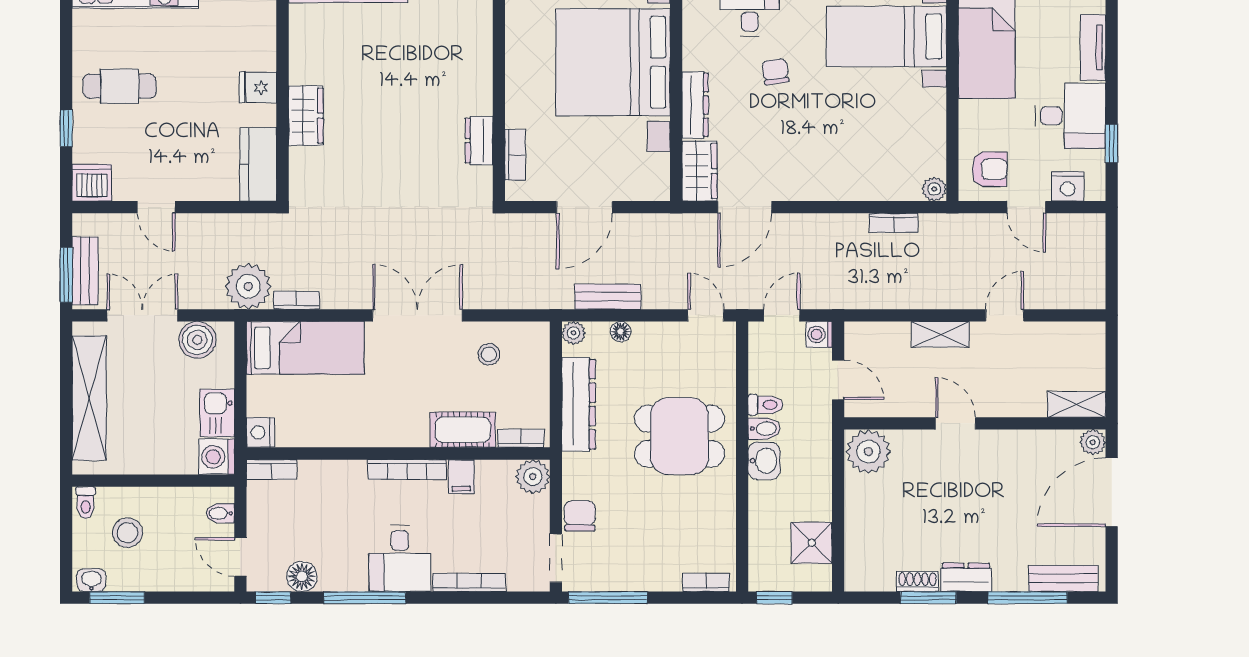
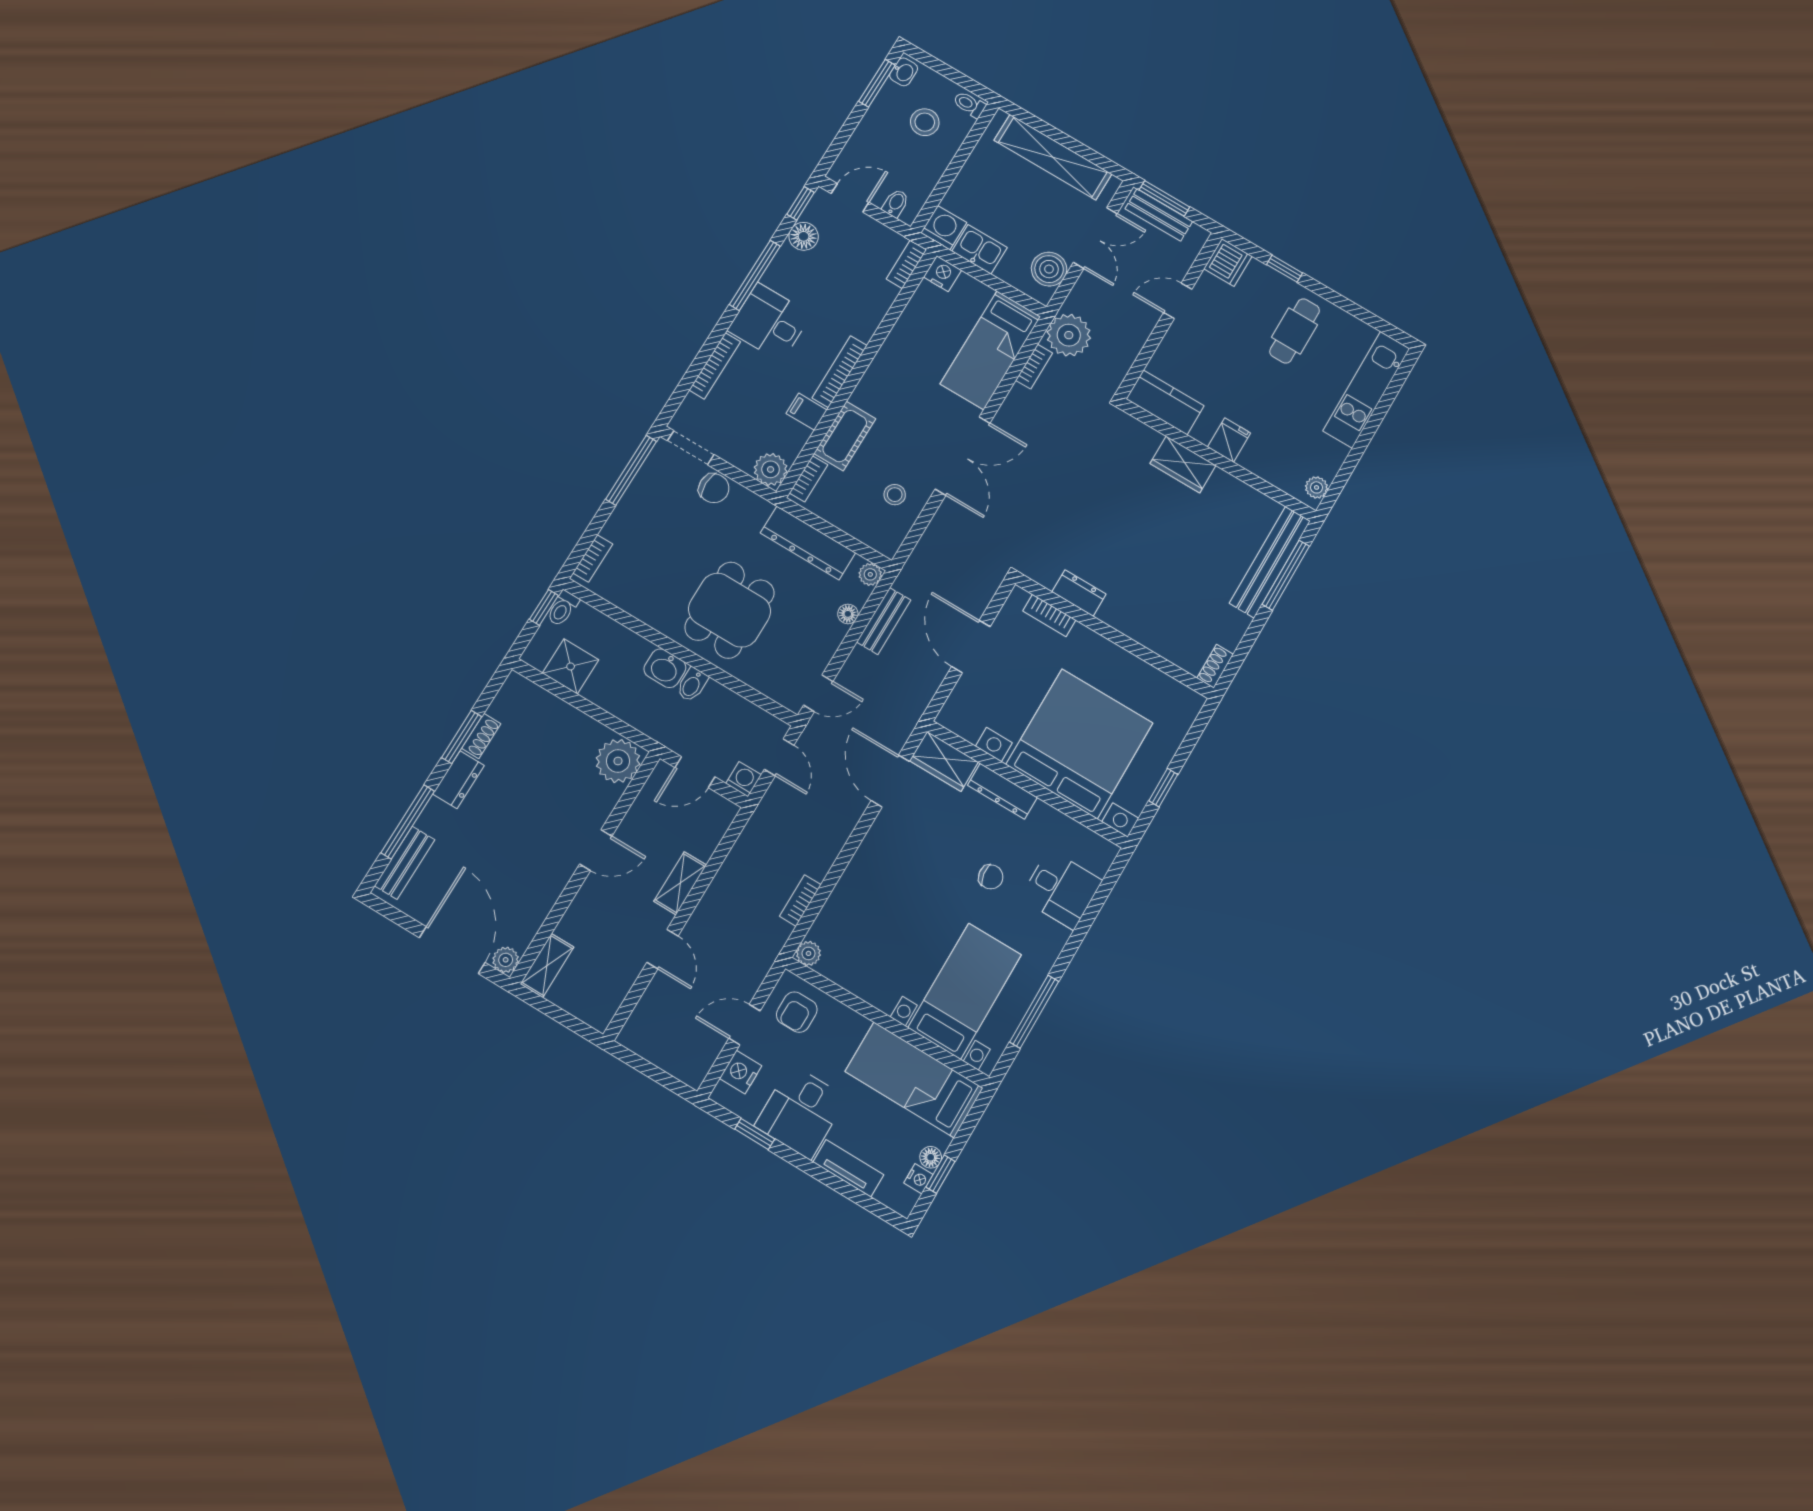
toilet: (765, 405) -> (563, 608), moved

